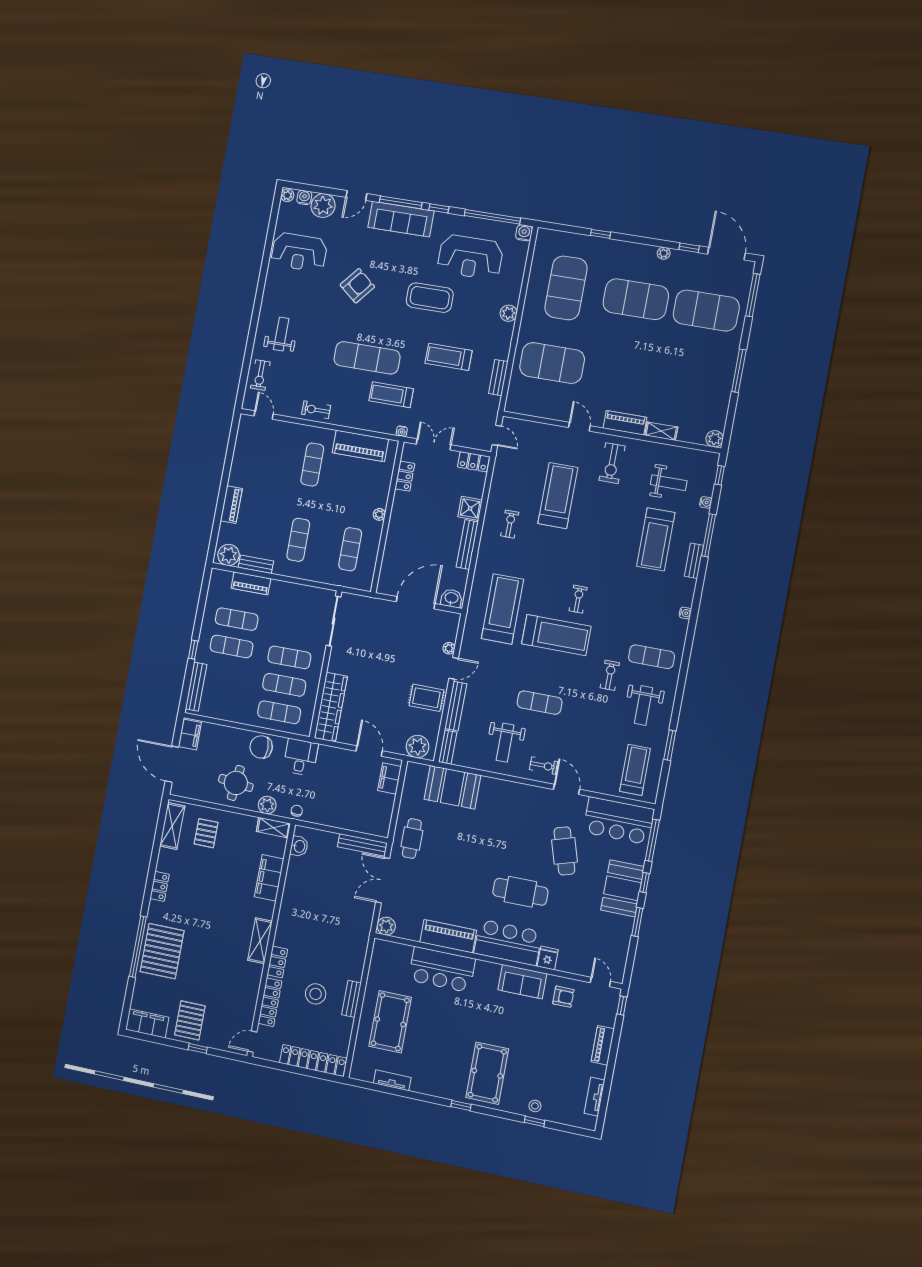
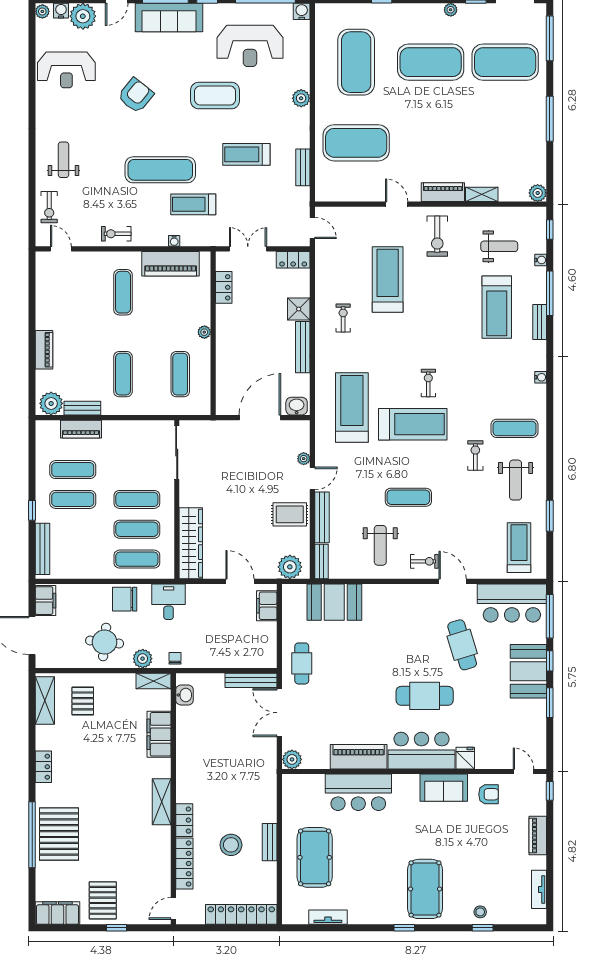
water cooler: (402, 431) -> (174, 241), moved

